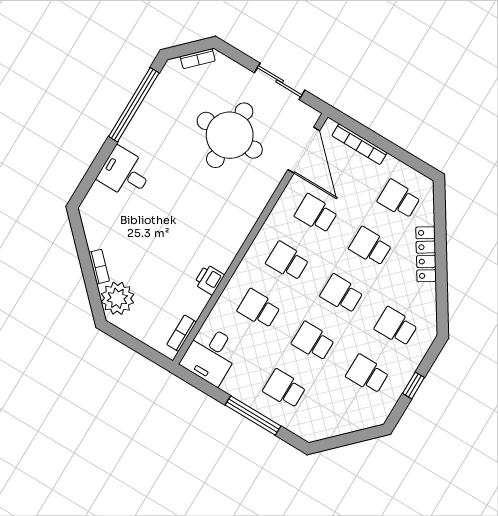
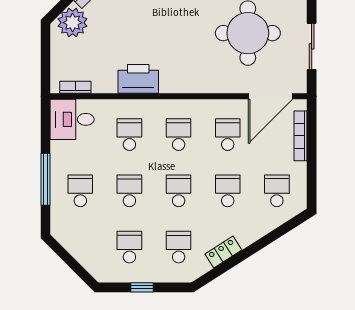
locker: (426, 254) -> (223, 252), moved, width x0.66
printer: (209, 279) -> (138, 79), width x1.87, depth x1.48

